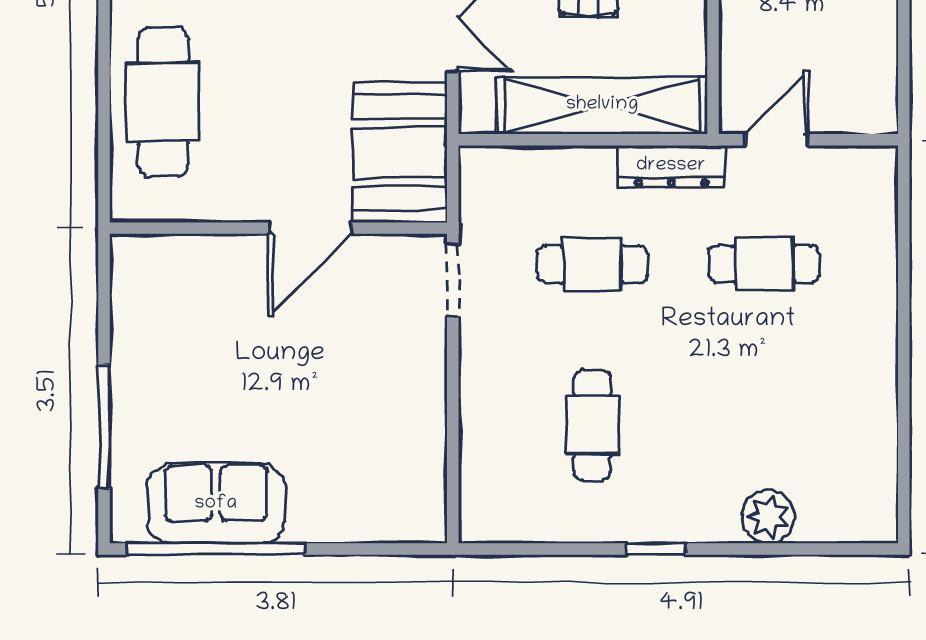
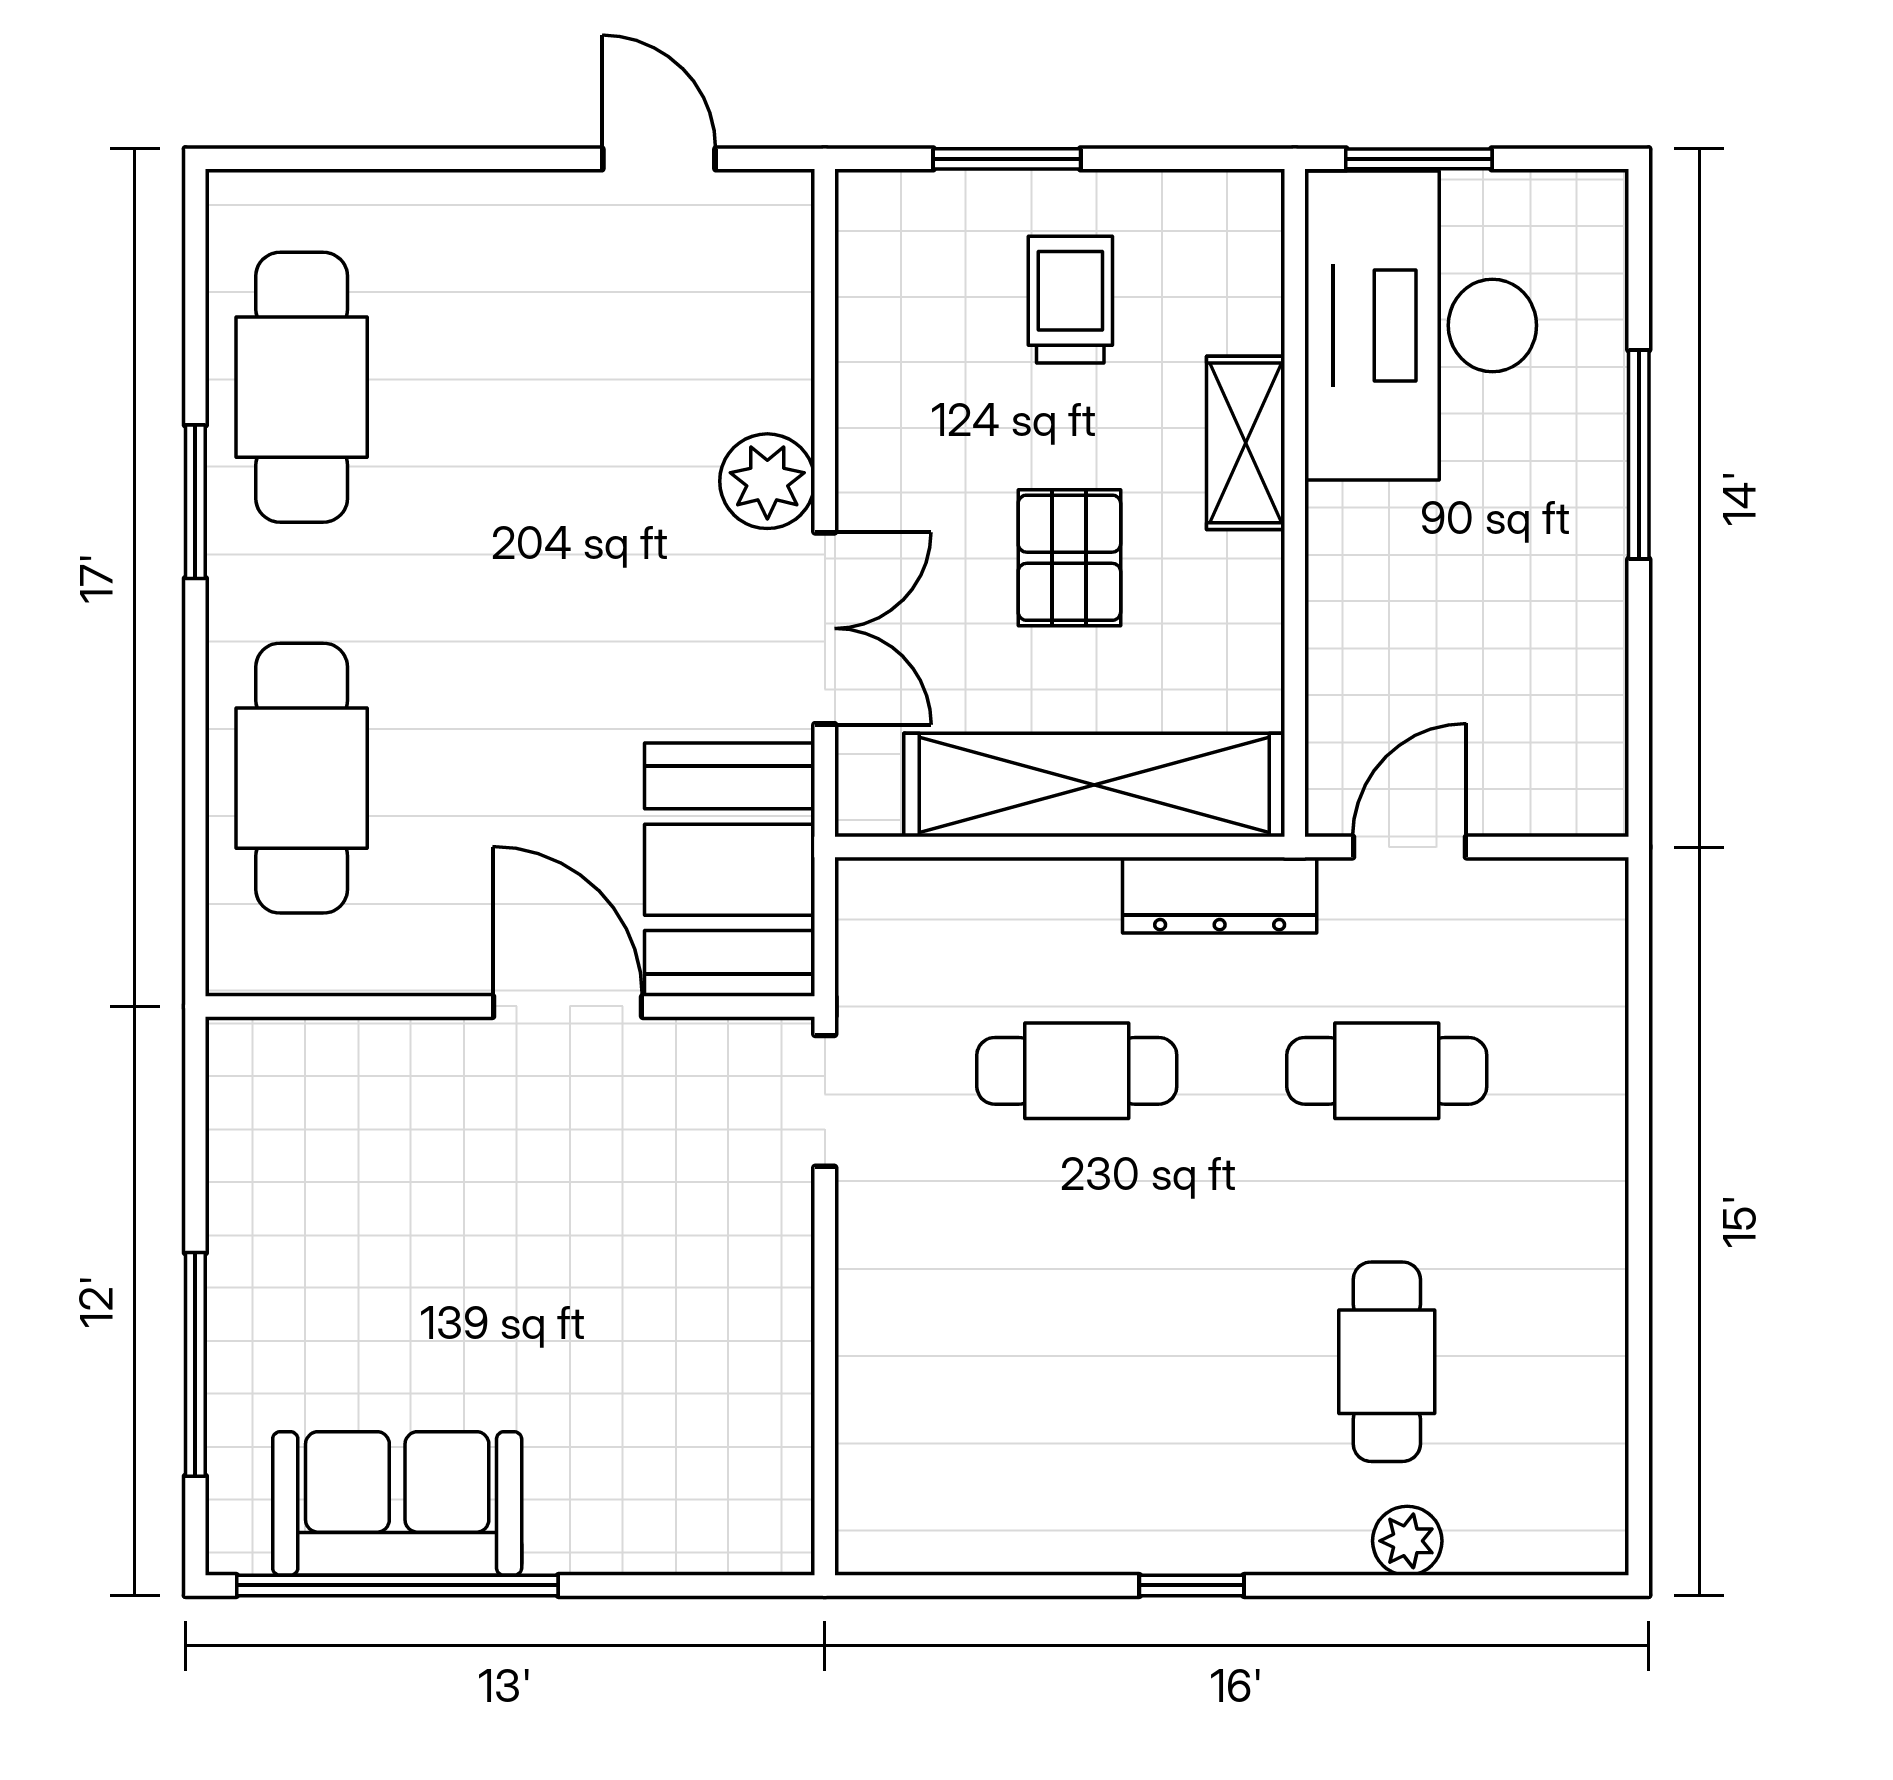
door: (310, 228) -> (568, 1006), swing flipped
cafe table: (592, 425) -> (1387, 1362), moved
plant: (768, 517) -> (1407, 1541), width x0.73, depth x0.73

